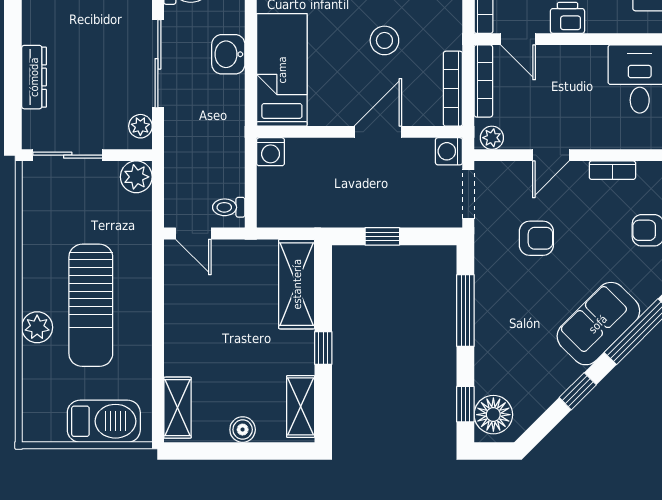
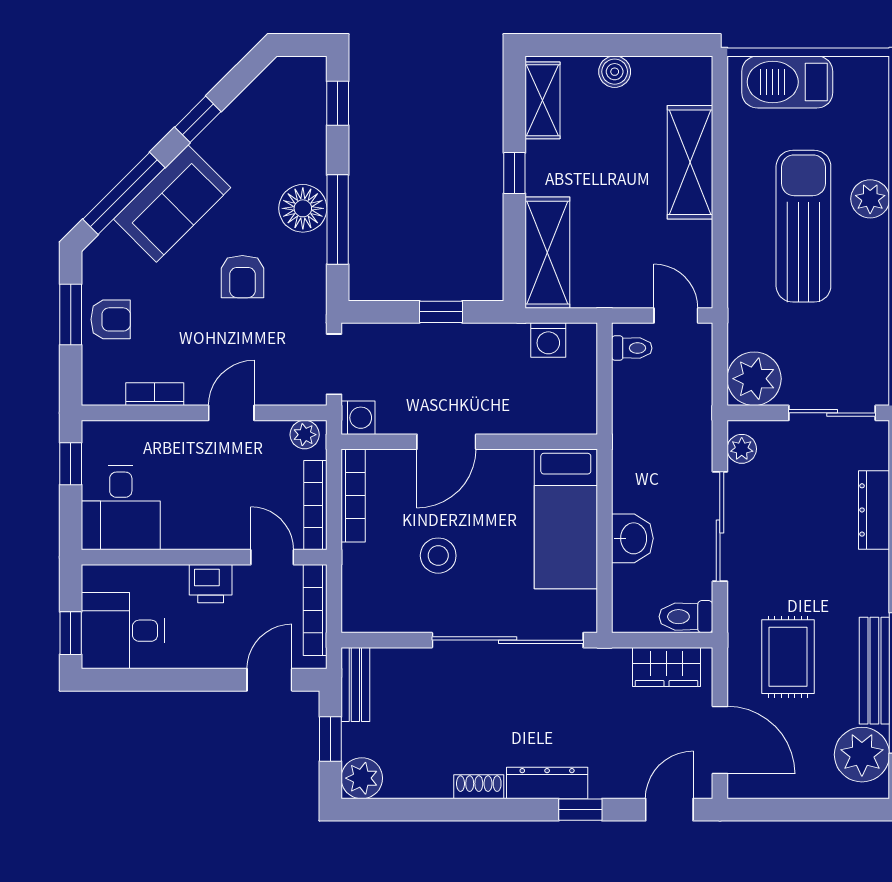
washing machine: (271, 152) -> (548, 340), moved, turned 180
plant: (136, 177) -> (754, 379), width x1.36, depth x1.36
armchair: (536, 238) -> (242, 277), moved, turned -90
shelving: (177, 408) -> (690, 162), moved, width x1.50, depth x1.33
floor lamp: (493, 415) -> (303, 208), moved

